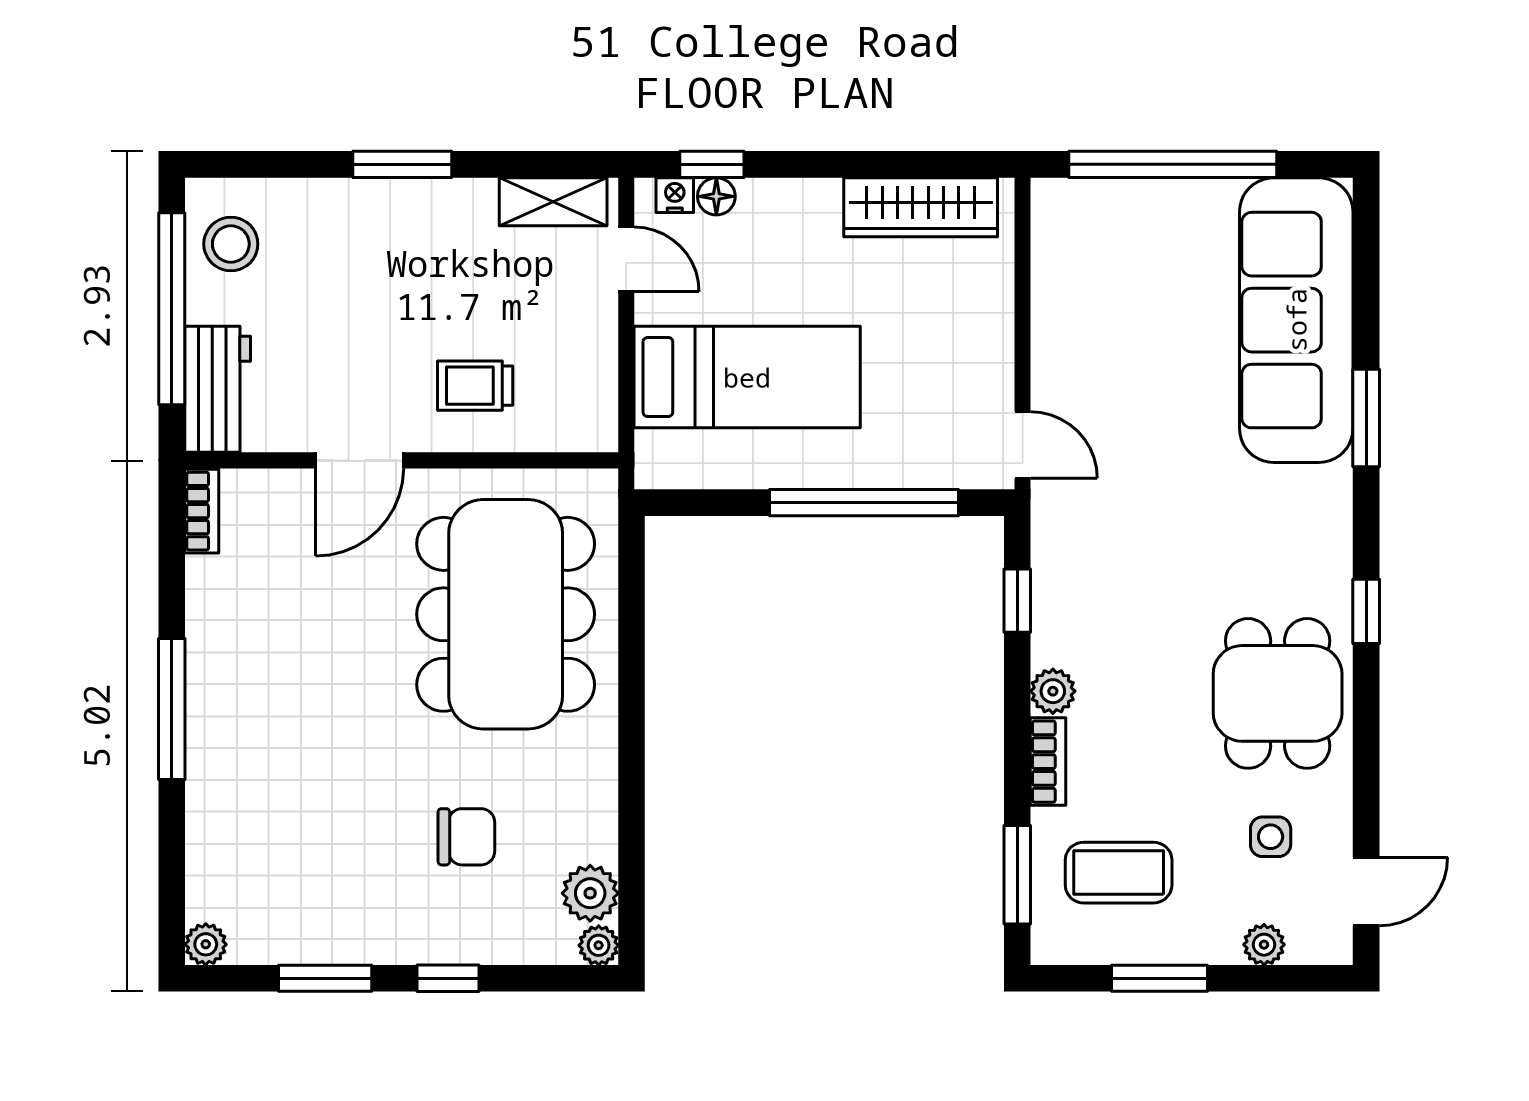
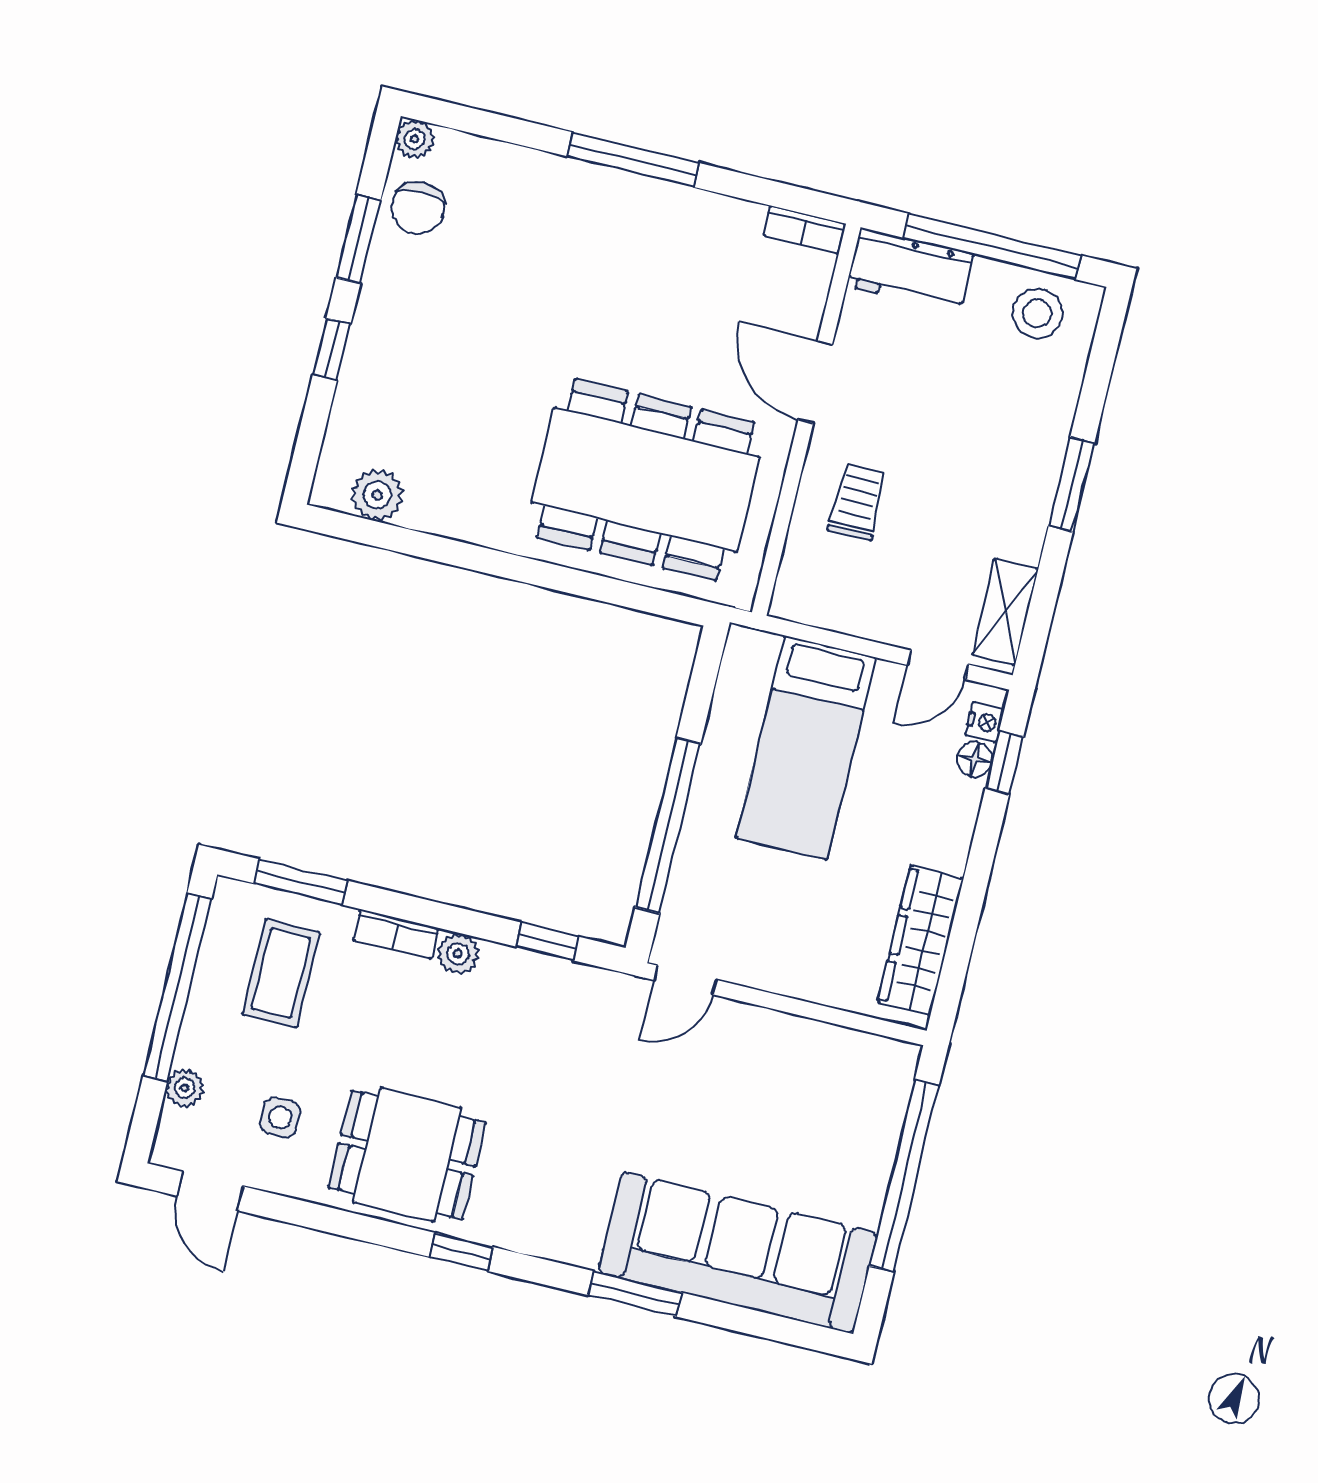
chair: (466, 837) -> (418, 208), moved
plant: (599, 945) -> (329, 491), removed
window: (1159, 978) -> (177, 987), width x2.11

